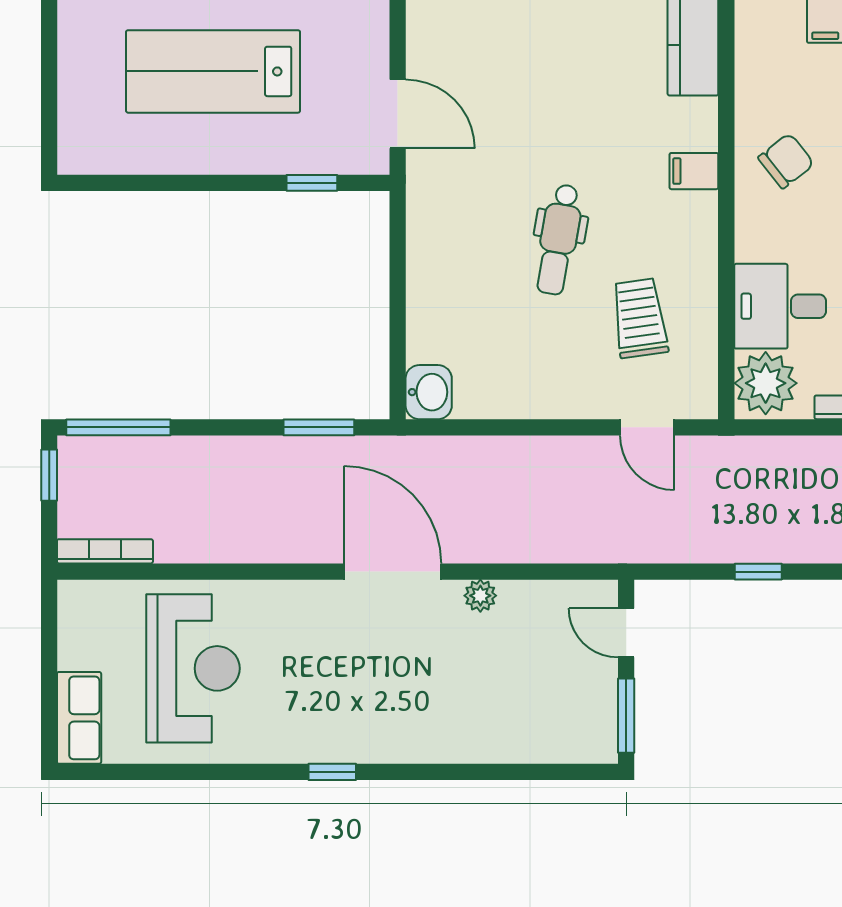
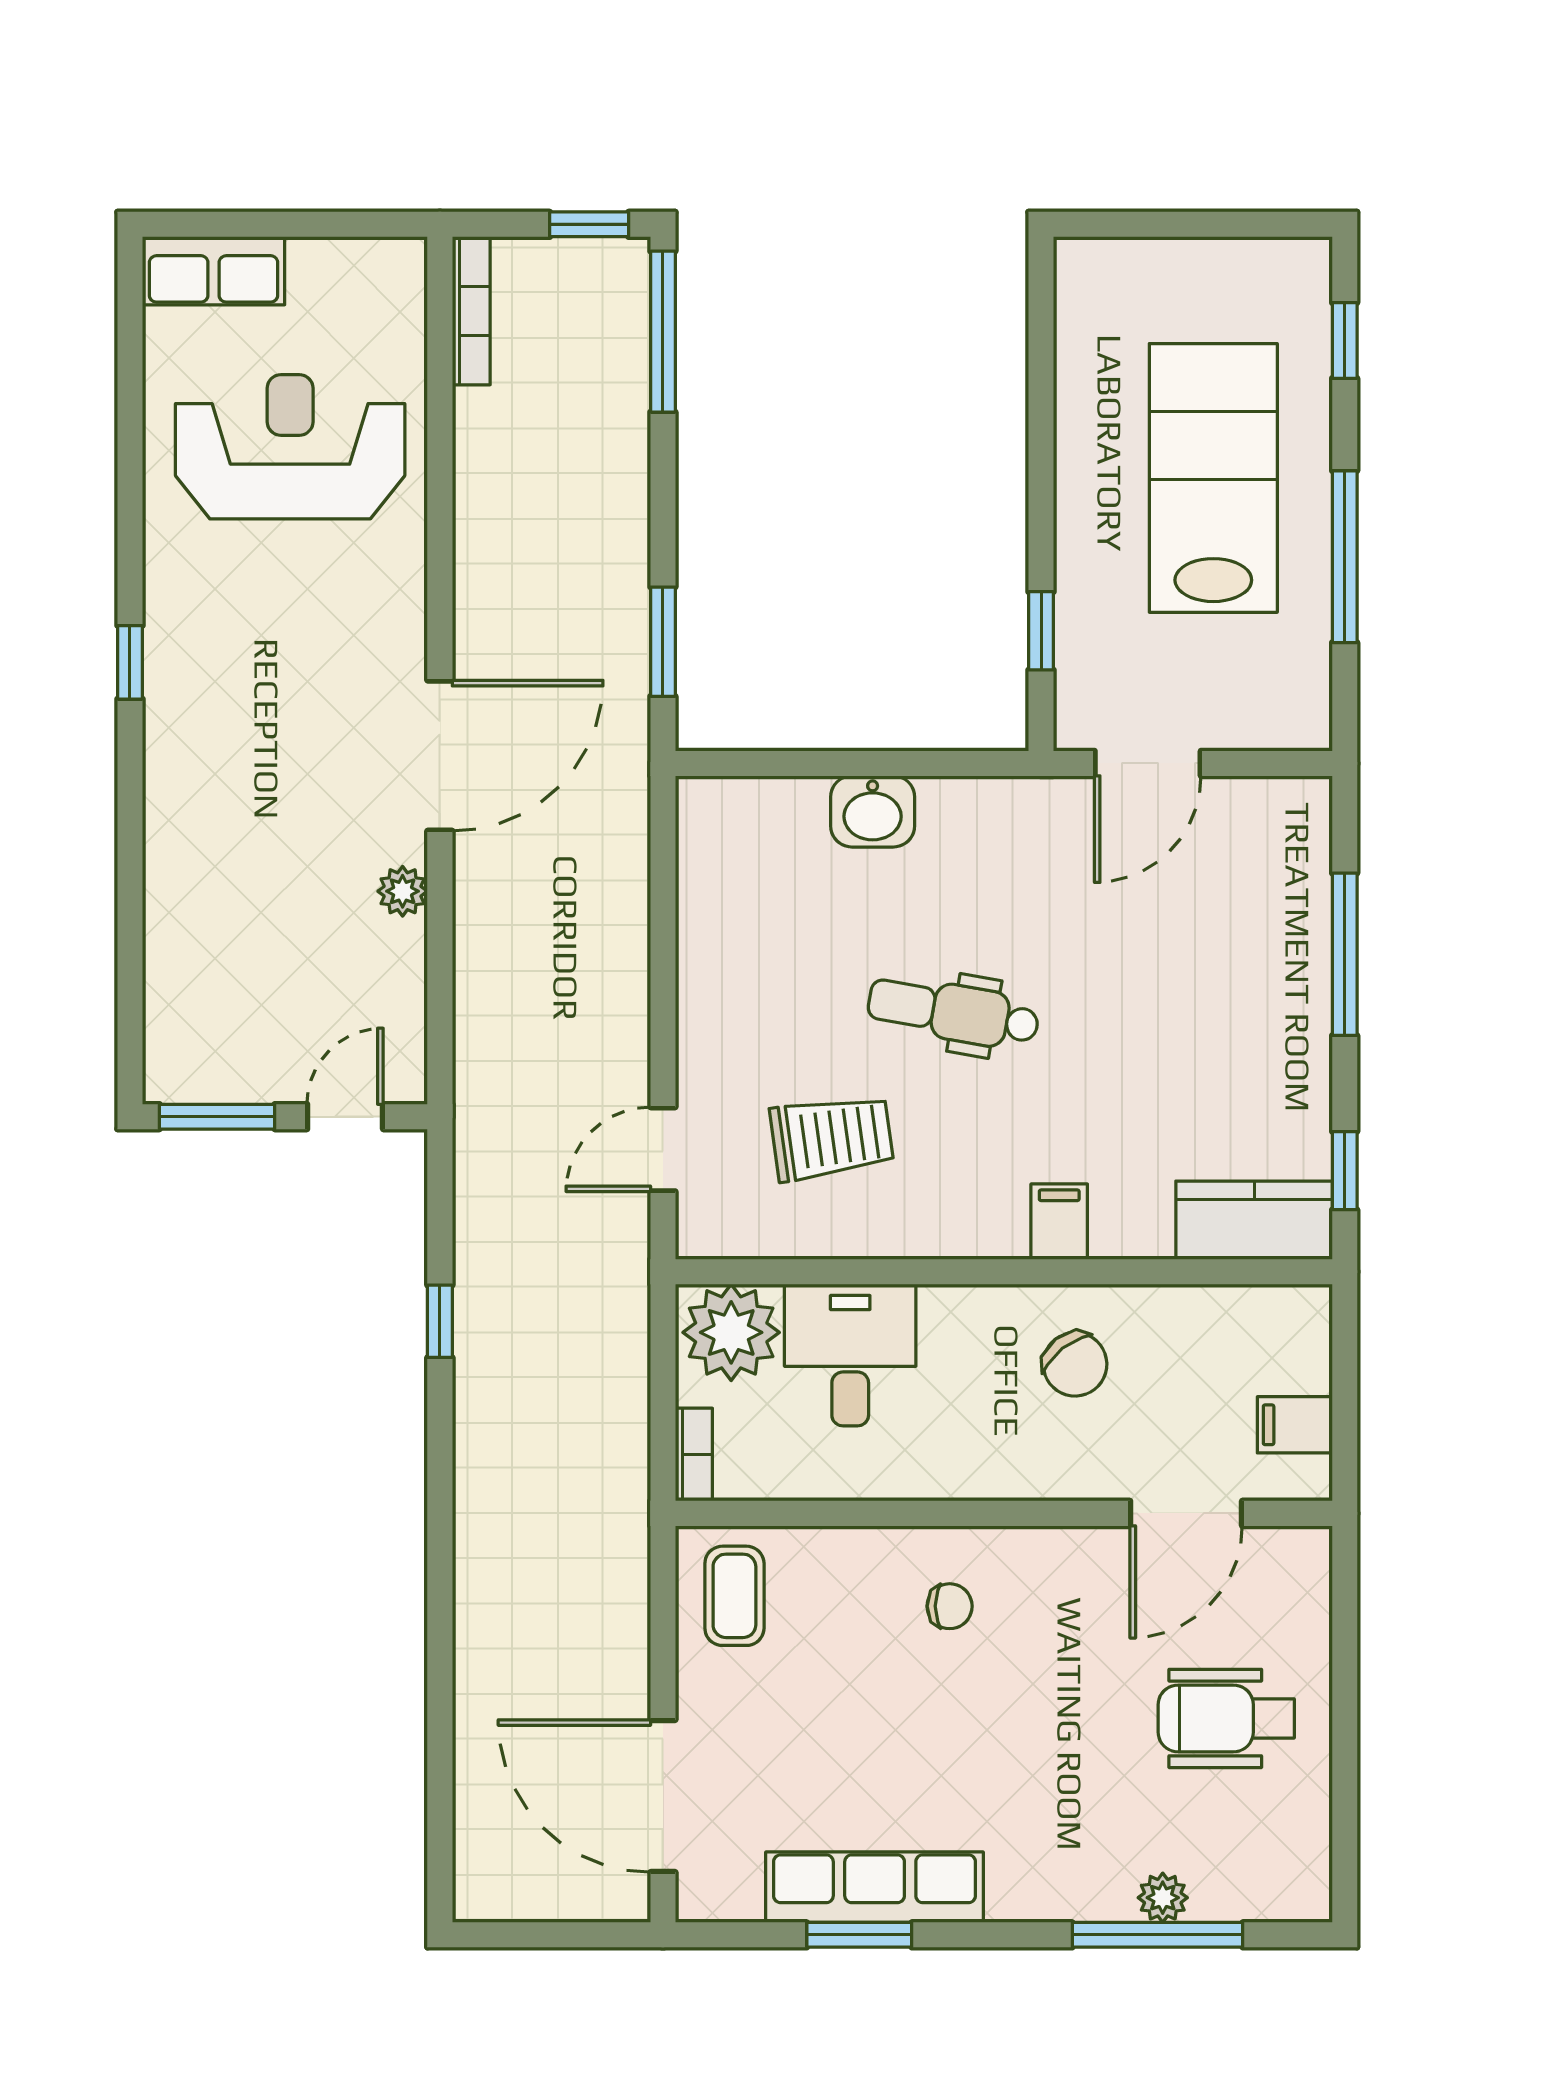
washbasin: (429, 392) -> (873, 811), moved
reception desk: (193, 668) -> (290, 447), turned 180

